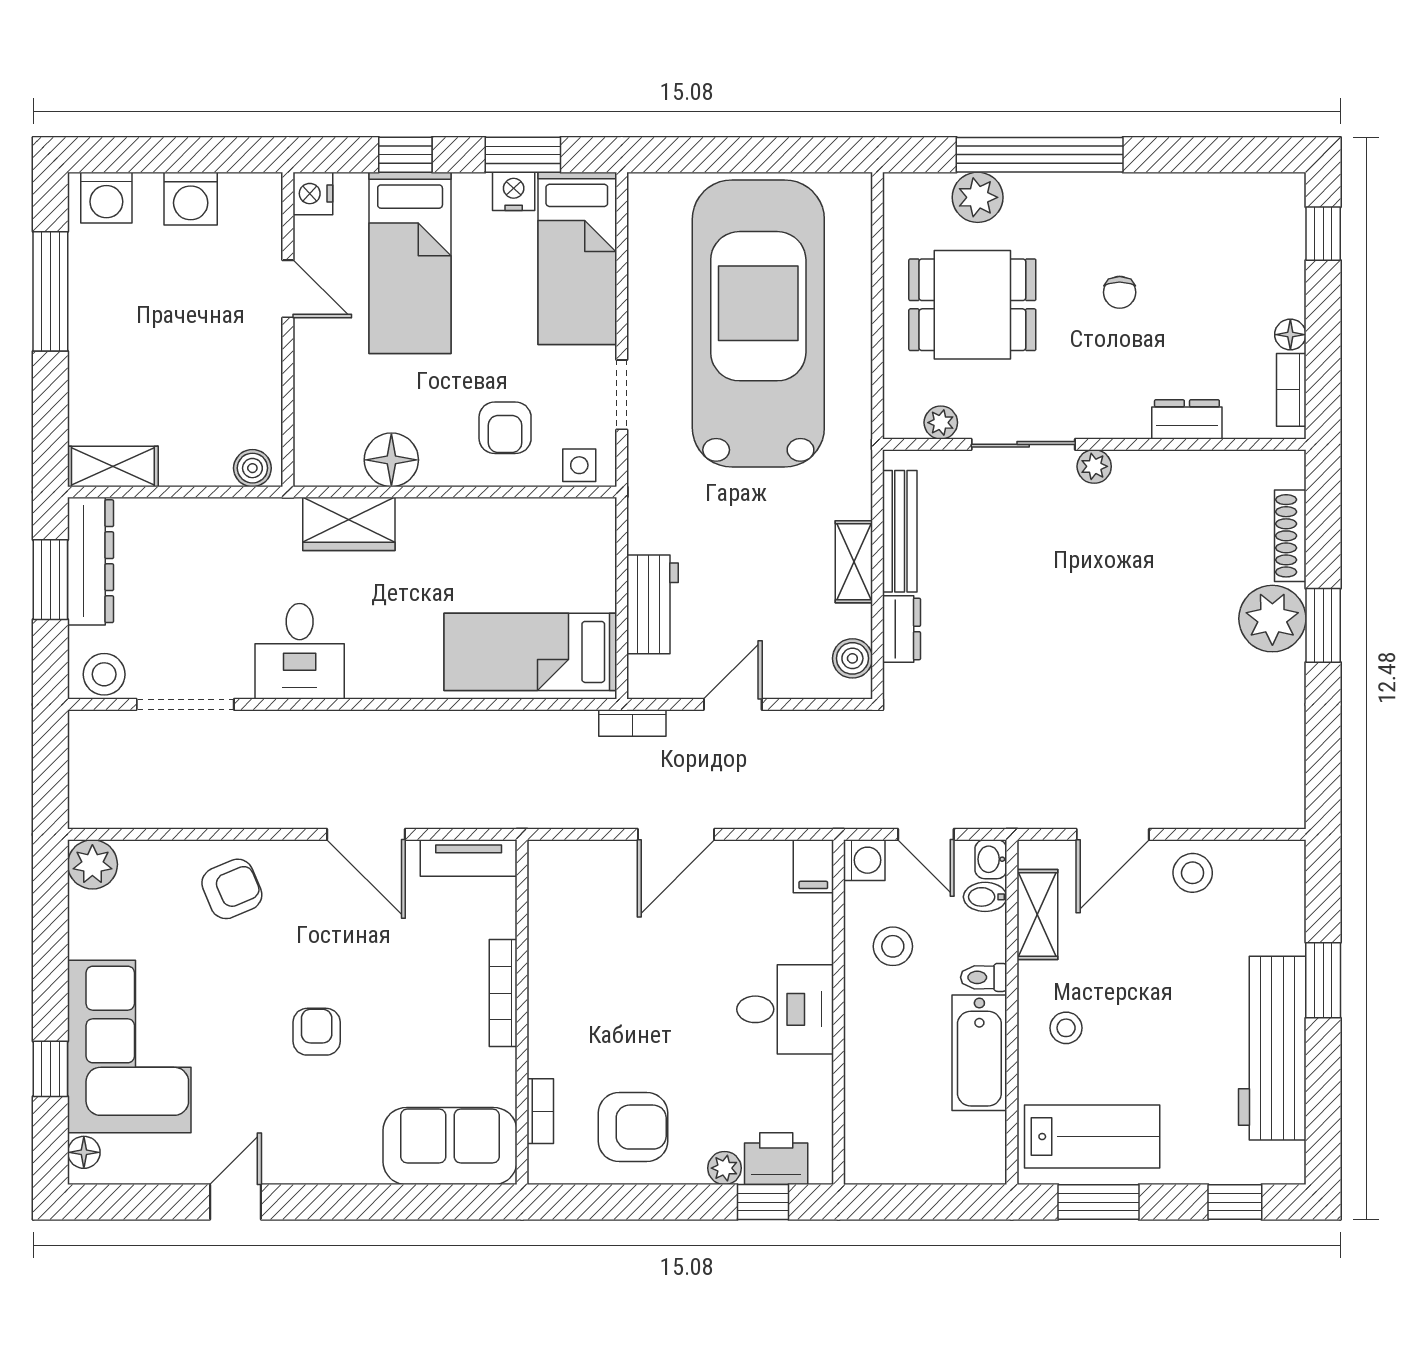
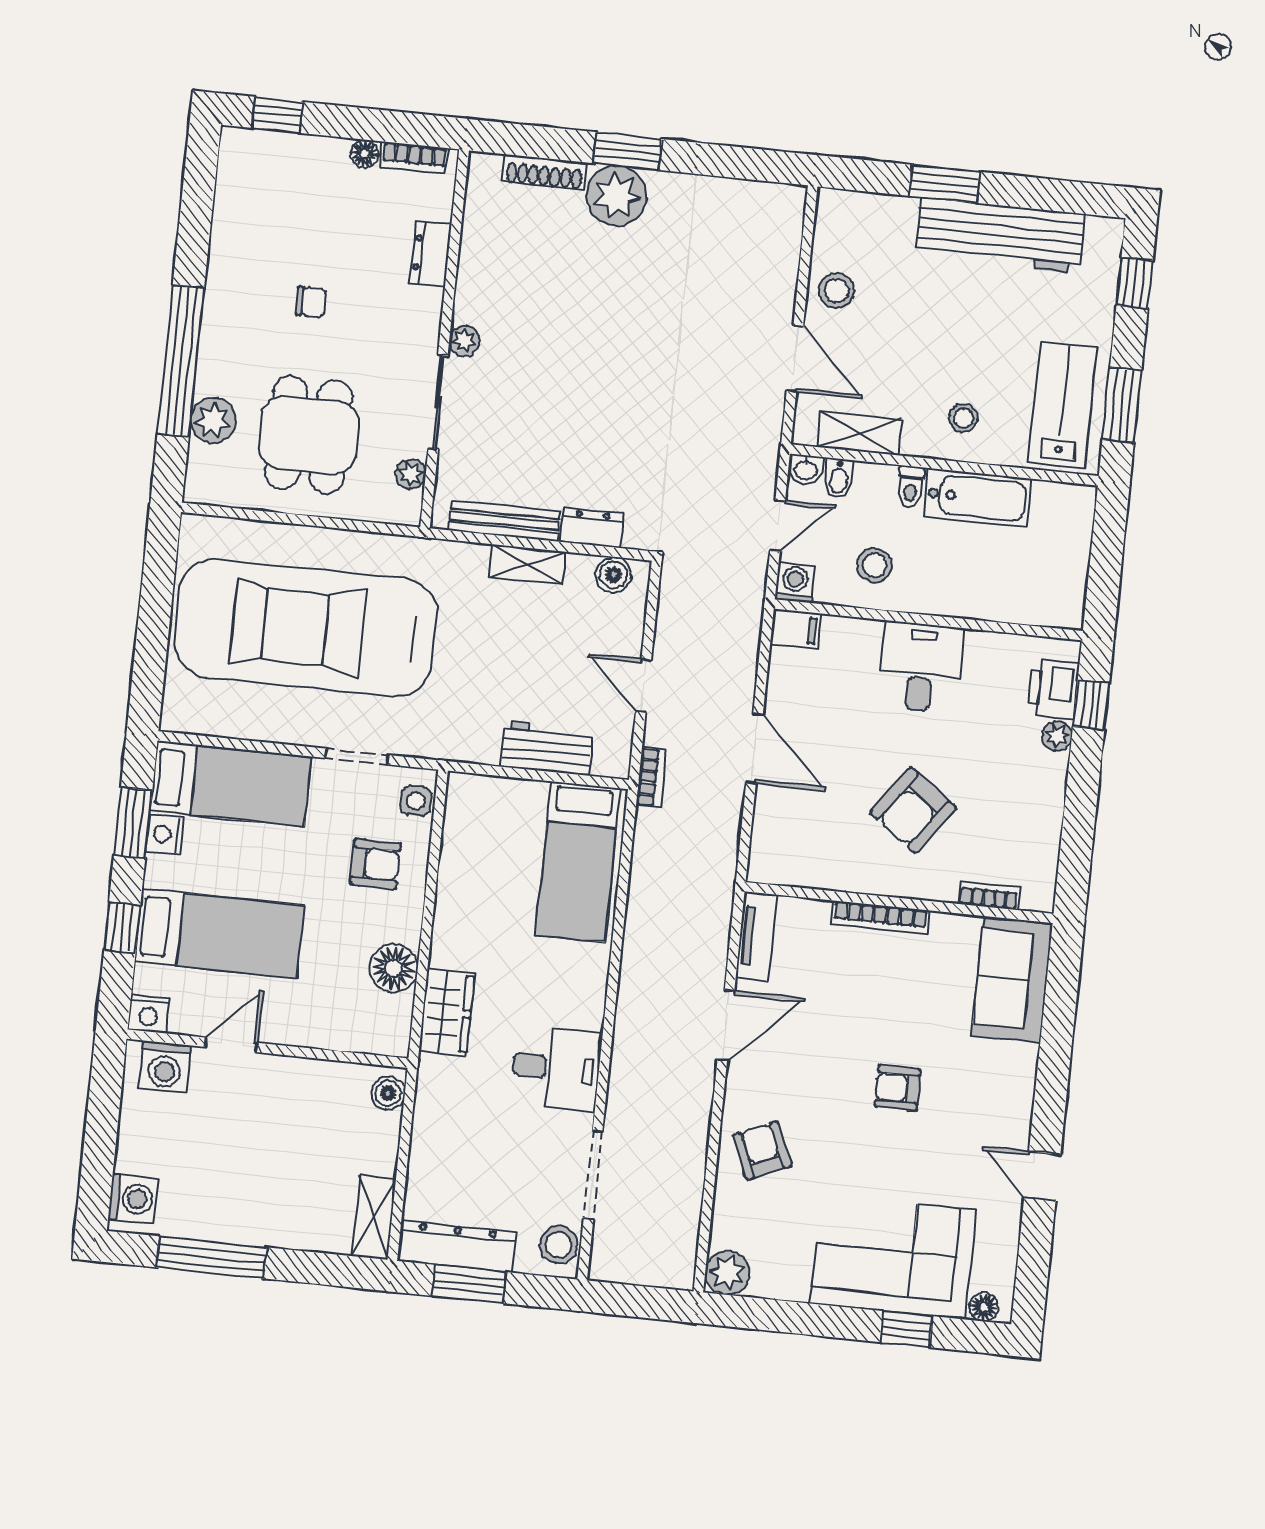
washing machine: (191, 199) -> (165, 1067), moved, turned 90
armchair: (633, 1127) -> (913, 810), moved, turned -144

